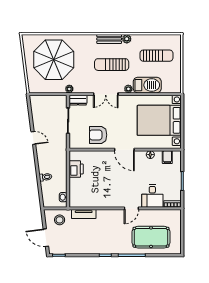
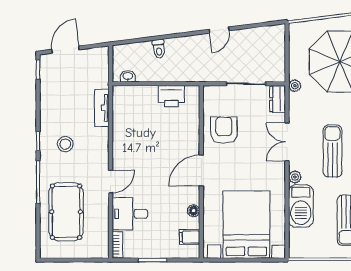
door: (131, 208) -> (111, 182), swing flipped
stool: (60, 220) -> (65, 144), moved

